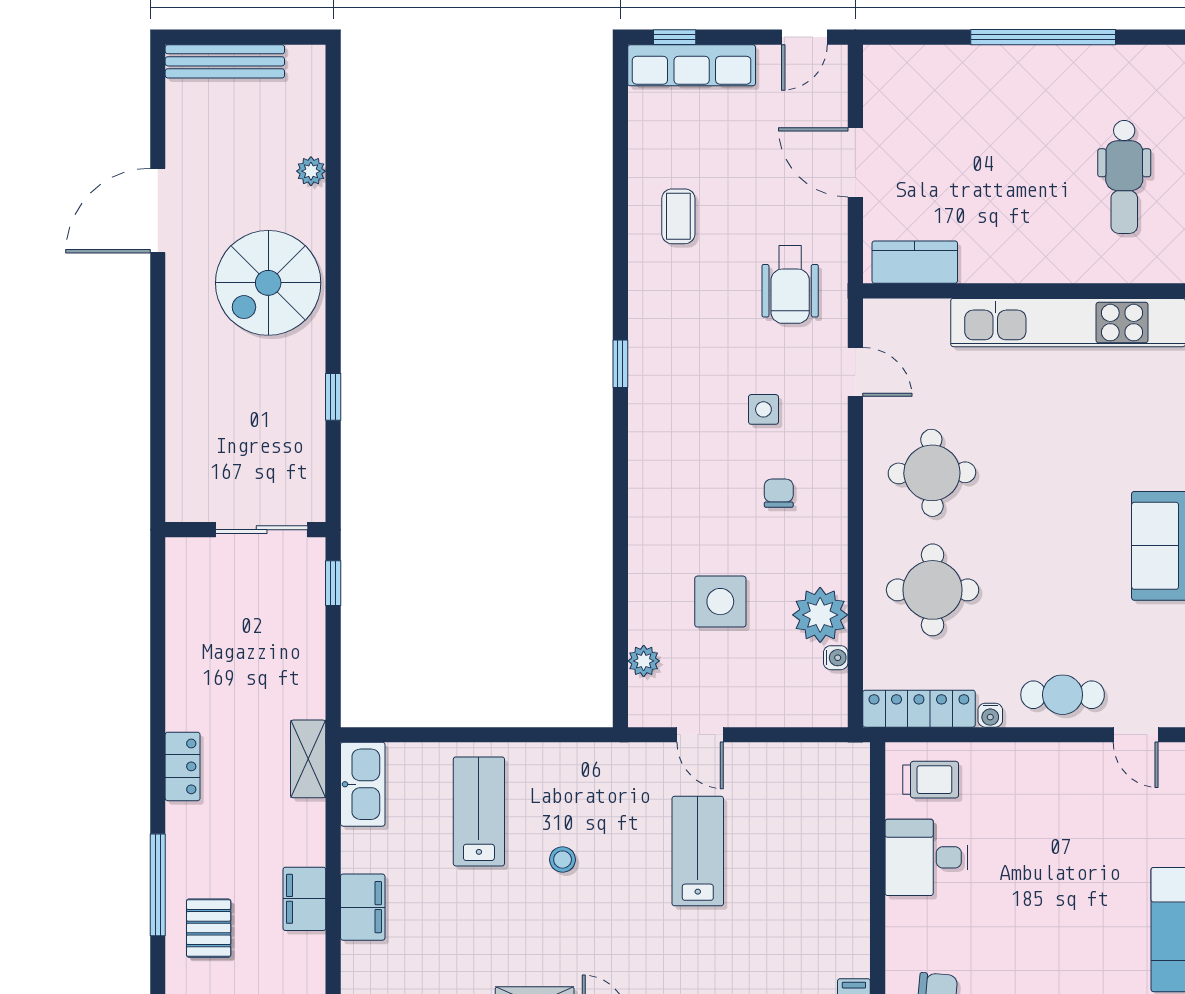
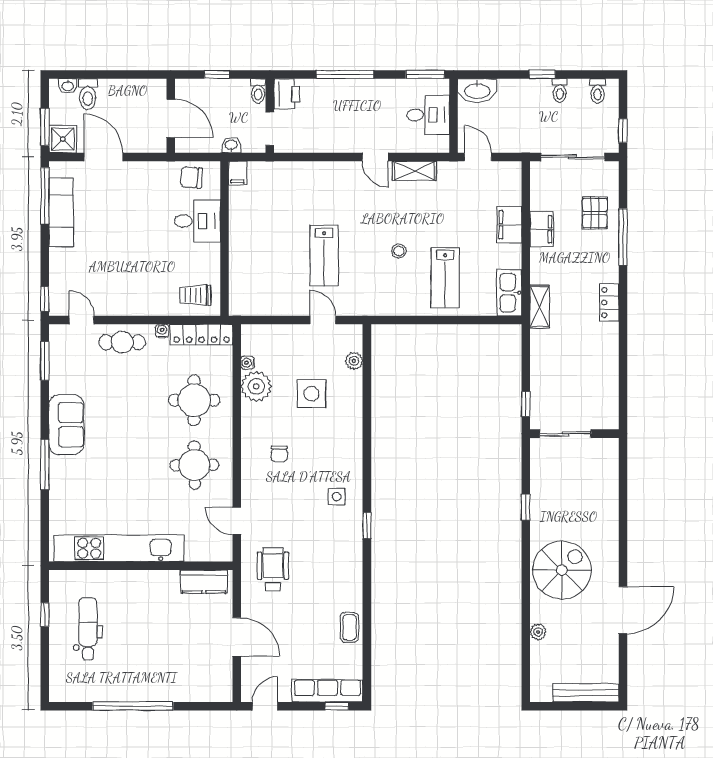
coffee table: (678, 216) -> (349, 627), moved
side table: (763, 409) -> (337, 497), moved
desk: (926, 857) -> (197, 221), moved

